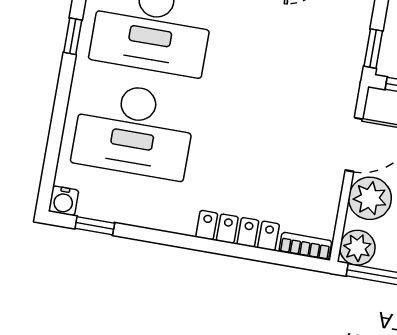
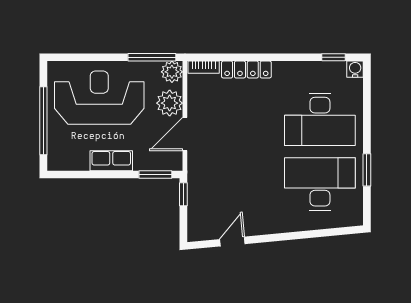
window: (73, 36) -> (367, 170), width x1.50
desk: (134, 130) -> (320, 119), turned 180

